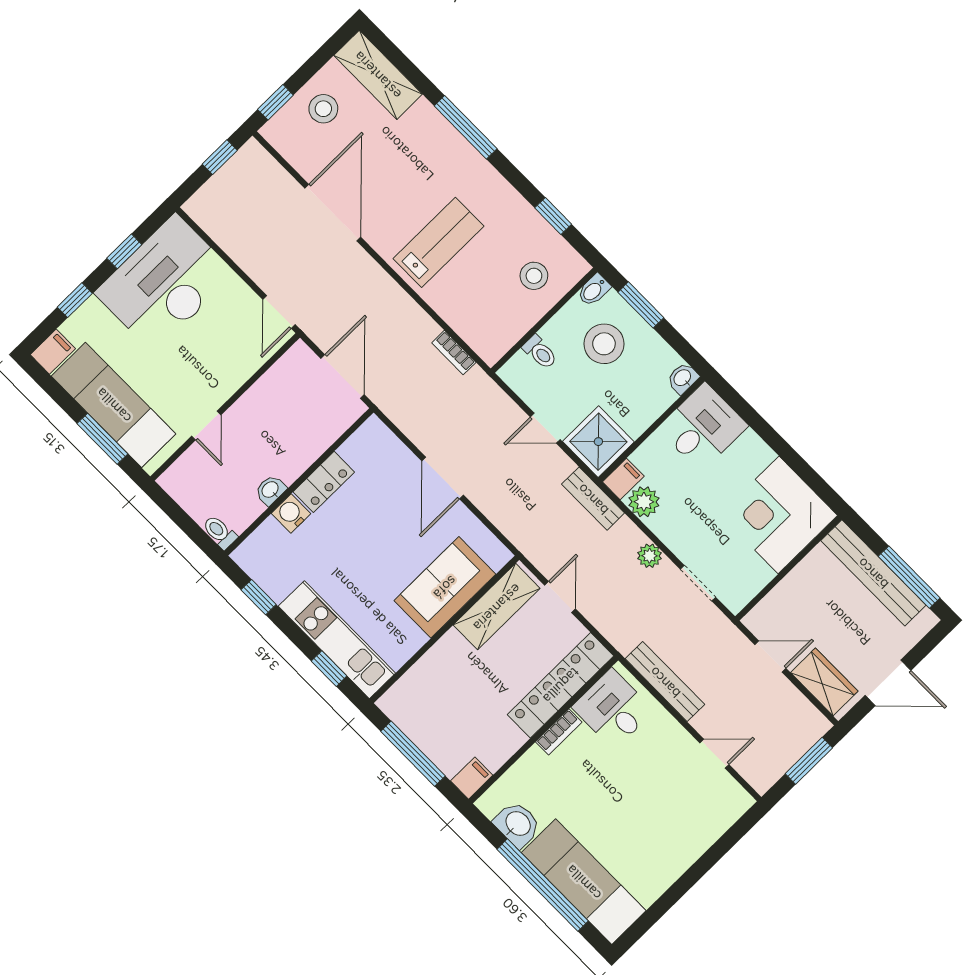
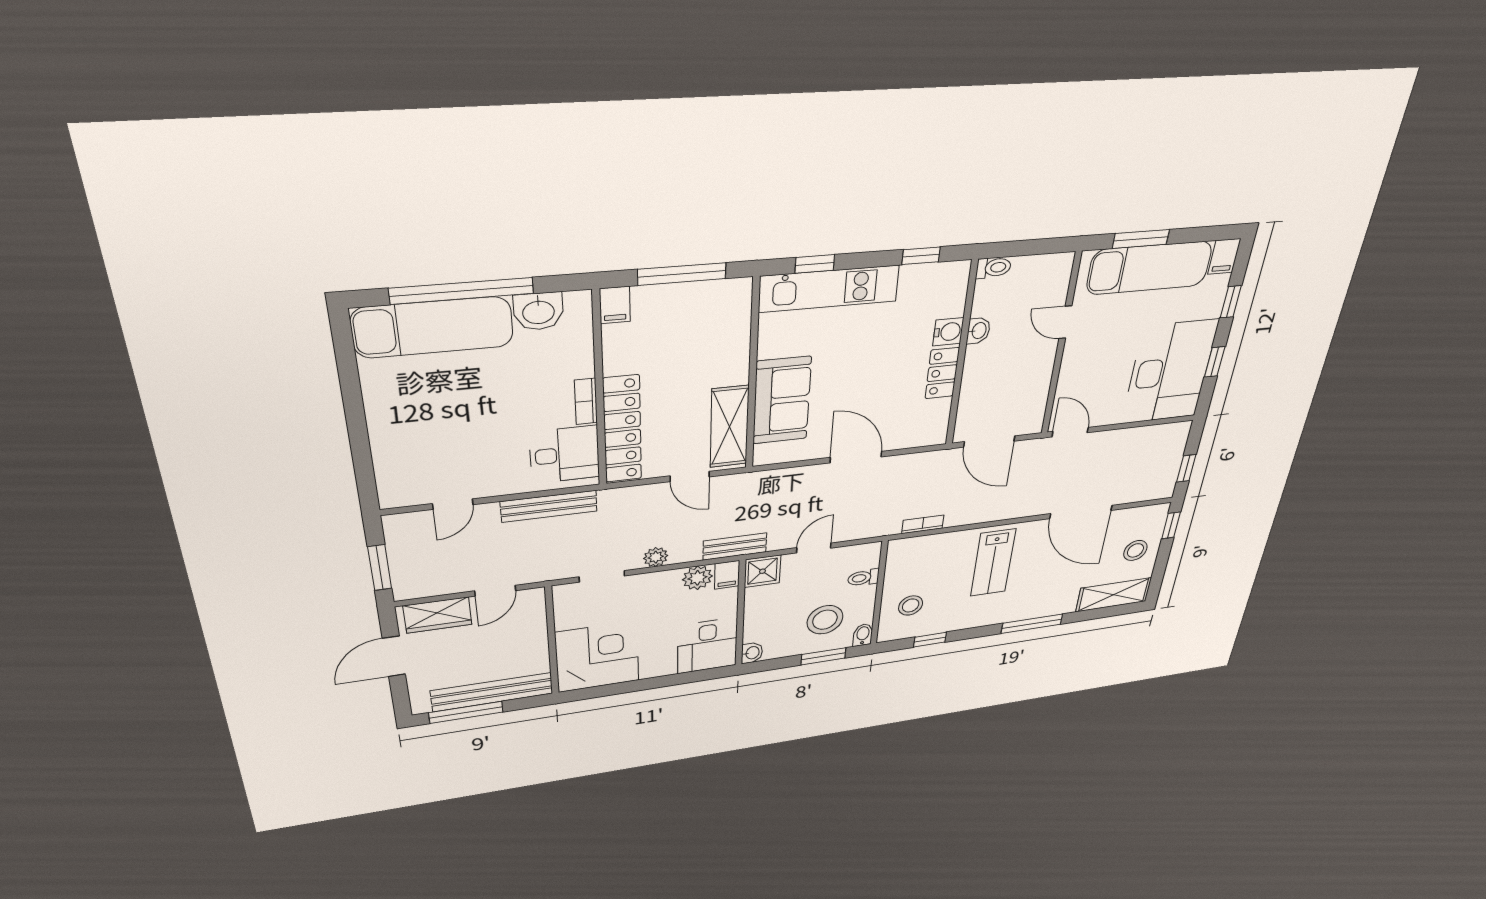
shower: (598, 442) -> (762, 571), width x0.73, depth x0.73

